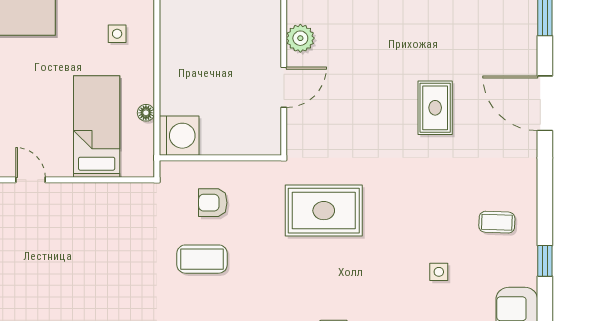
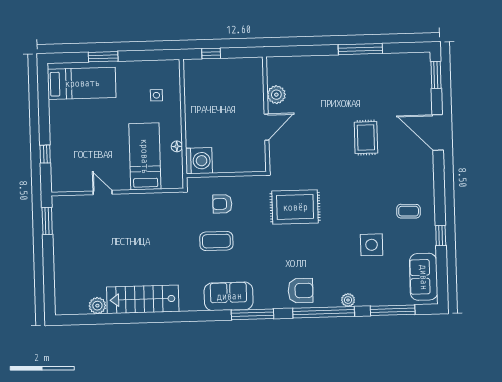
side table: (439, 272) -> (372, 245), width x1.87, depth x1.87

